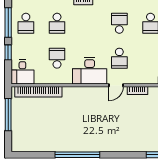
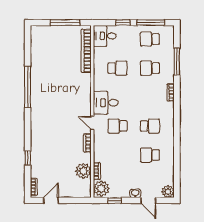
desk: (90, 71) -> (106, 103), width x0.73

